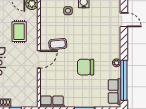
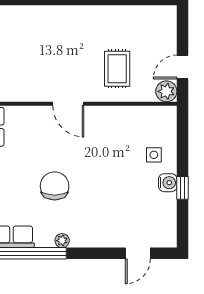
rug: (19, 32) -> (117, 69), turned 90
coffee table: (58, 44) -> (95, 137), removed

